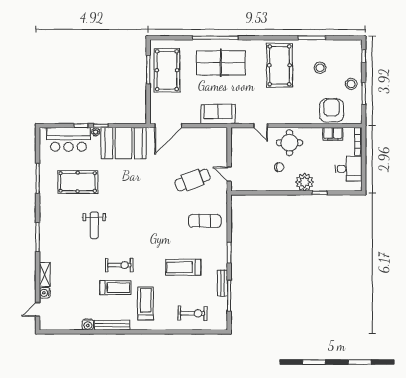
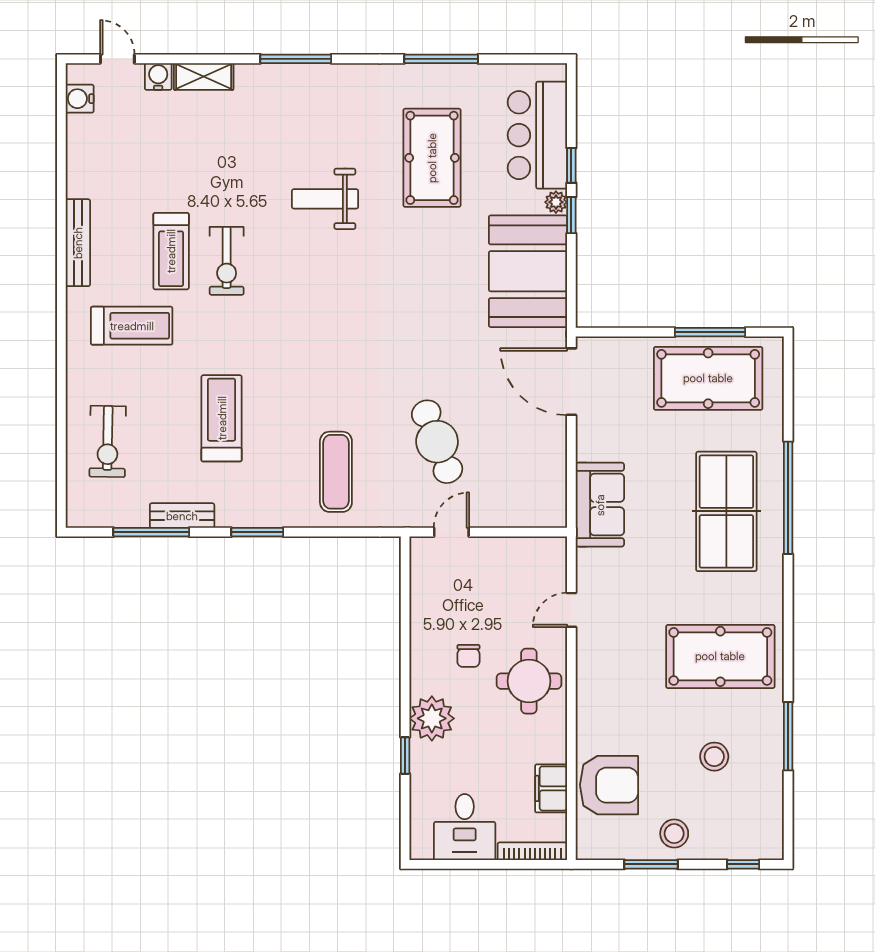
water cooler: (88, 325) -> (80, 99), moved

